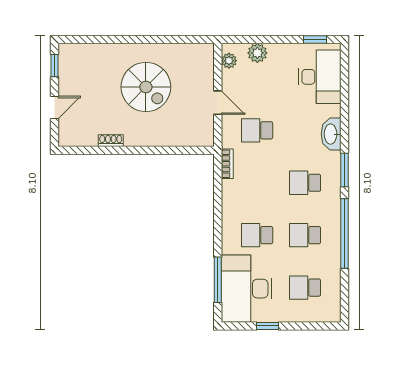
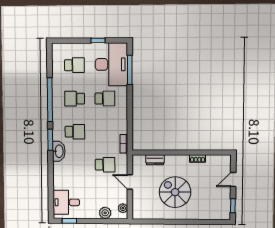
desk: (320, 77) -> (66, 202), width x0.73
washbasin: (331, 134) -> (59, 151), moved
dresser: (178, 138) -> (155, 160), added
school desk: (305, 235) -> (75, 99), turned 180

